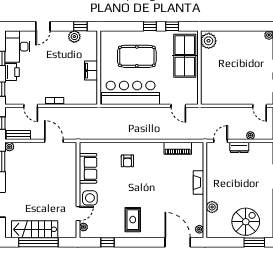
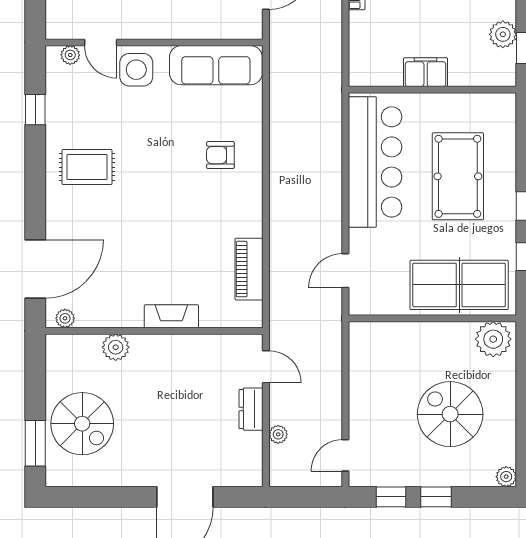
spiral stairs: (241, 60) -> (450, 414), added
sofa: (88, 168) -> (216, 65), width x1.36

